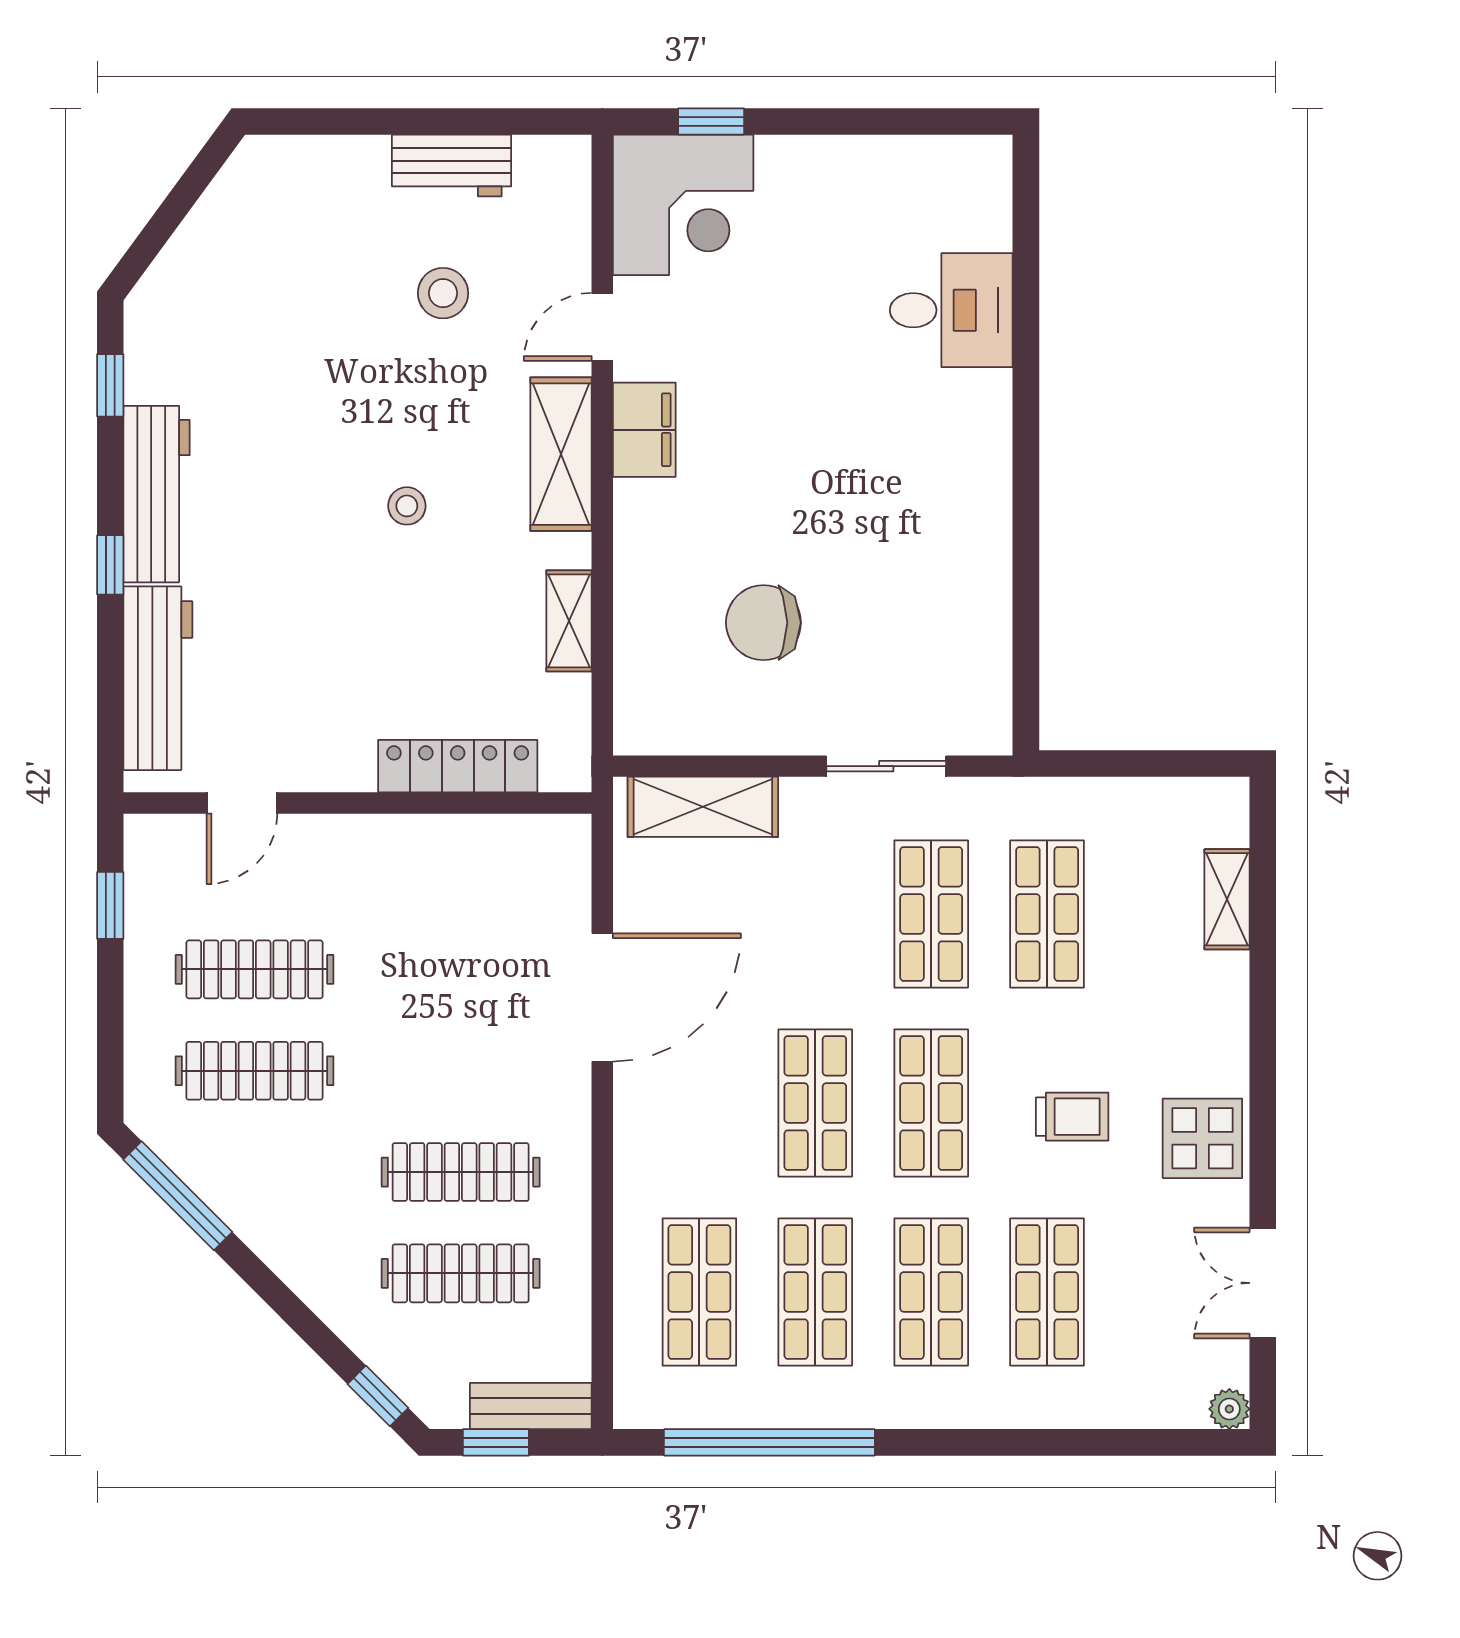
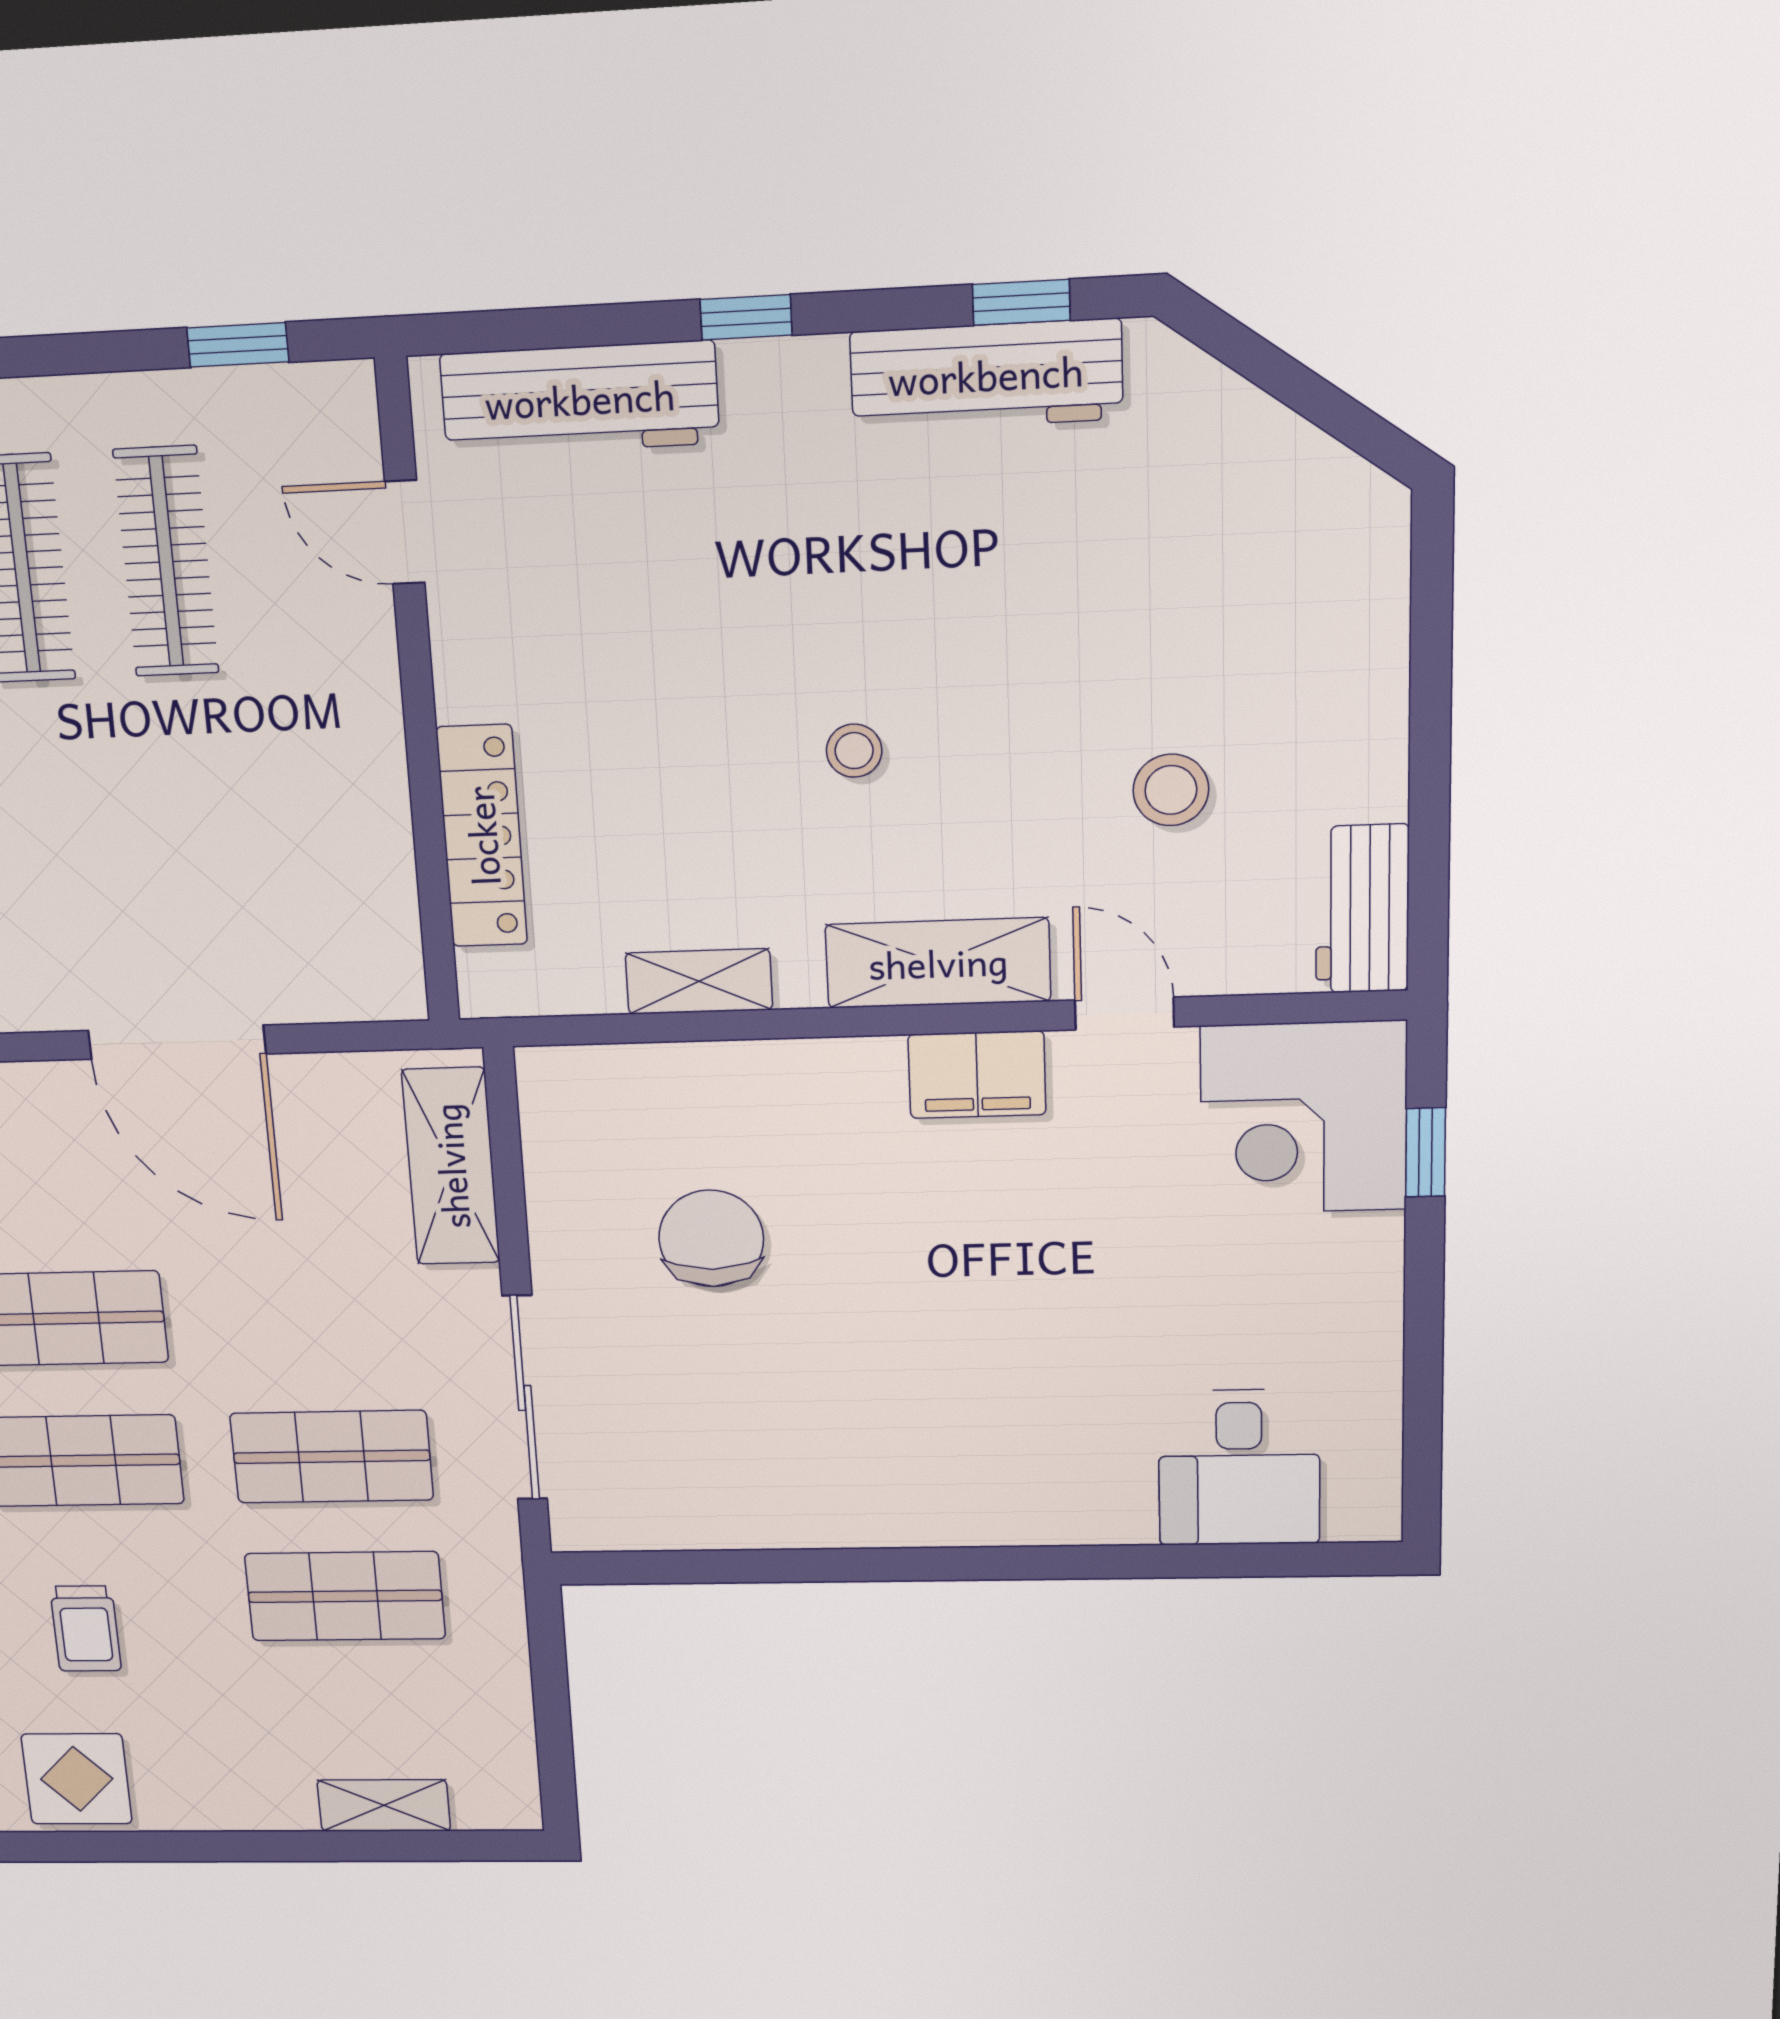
workbench: (452, 165) -> (1362, 909), moved
desk: (951, 310) -> (1239, 1468), moved
workbench: (157, 494) -> (986, 375), moved
sliding door: (886, 766) -> (525, 1398), width x1.37

